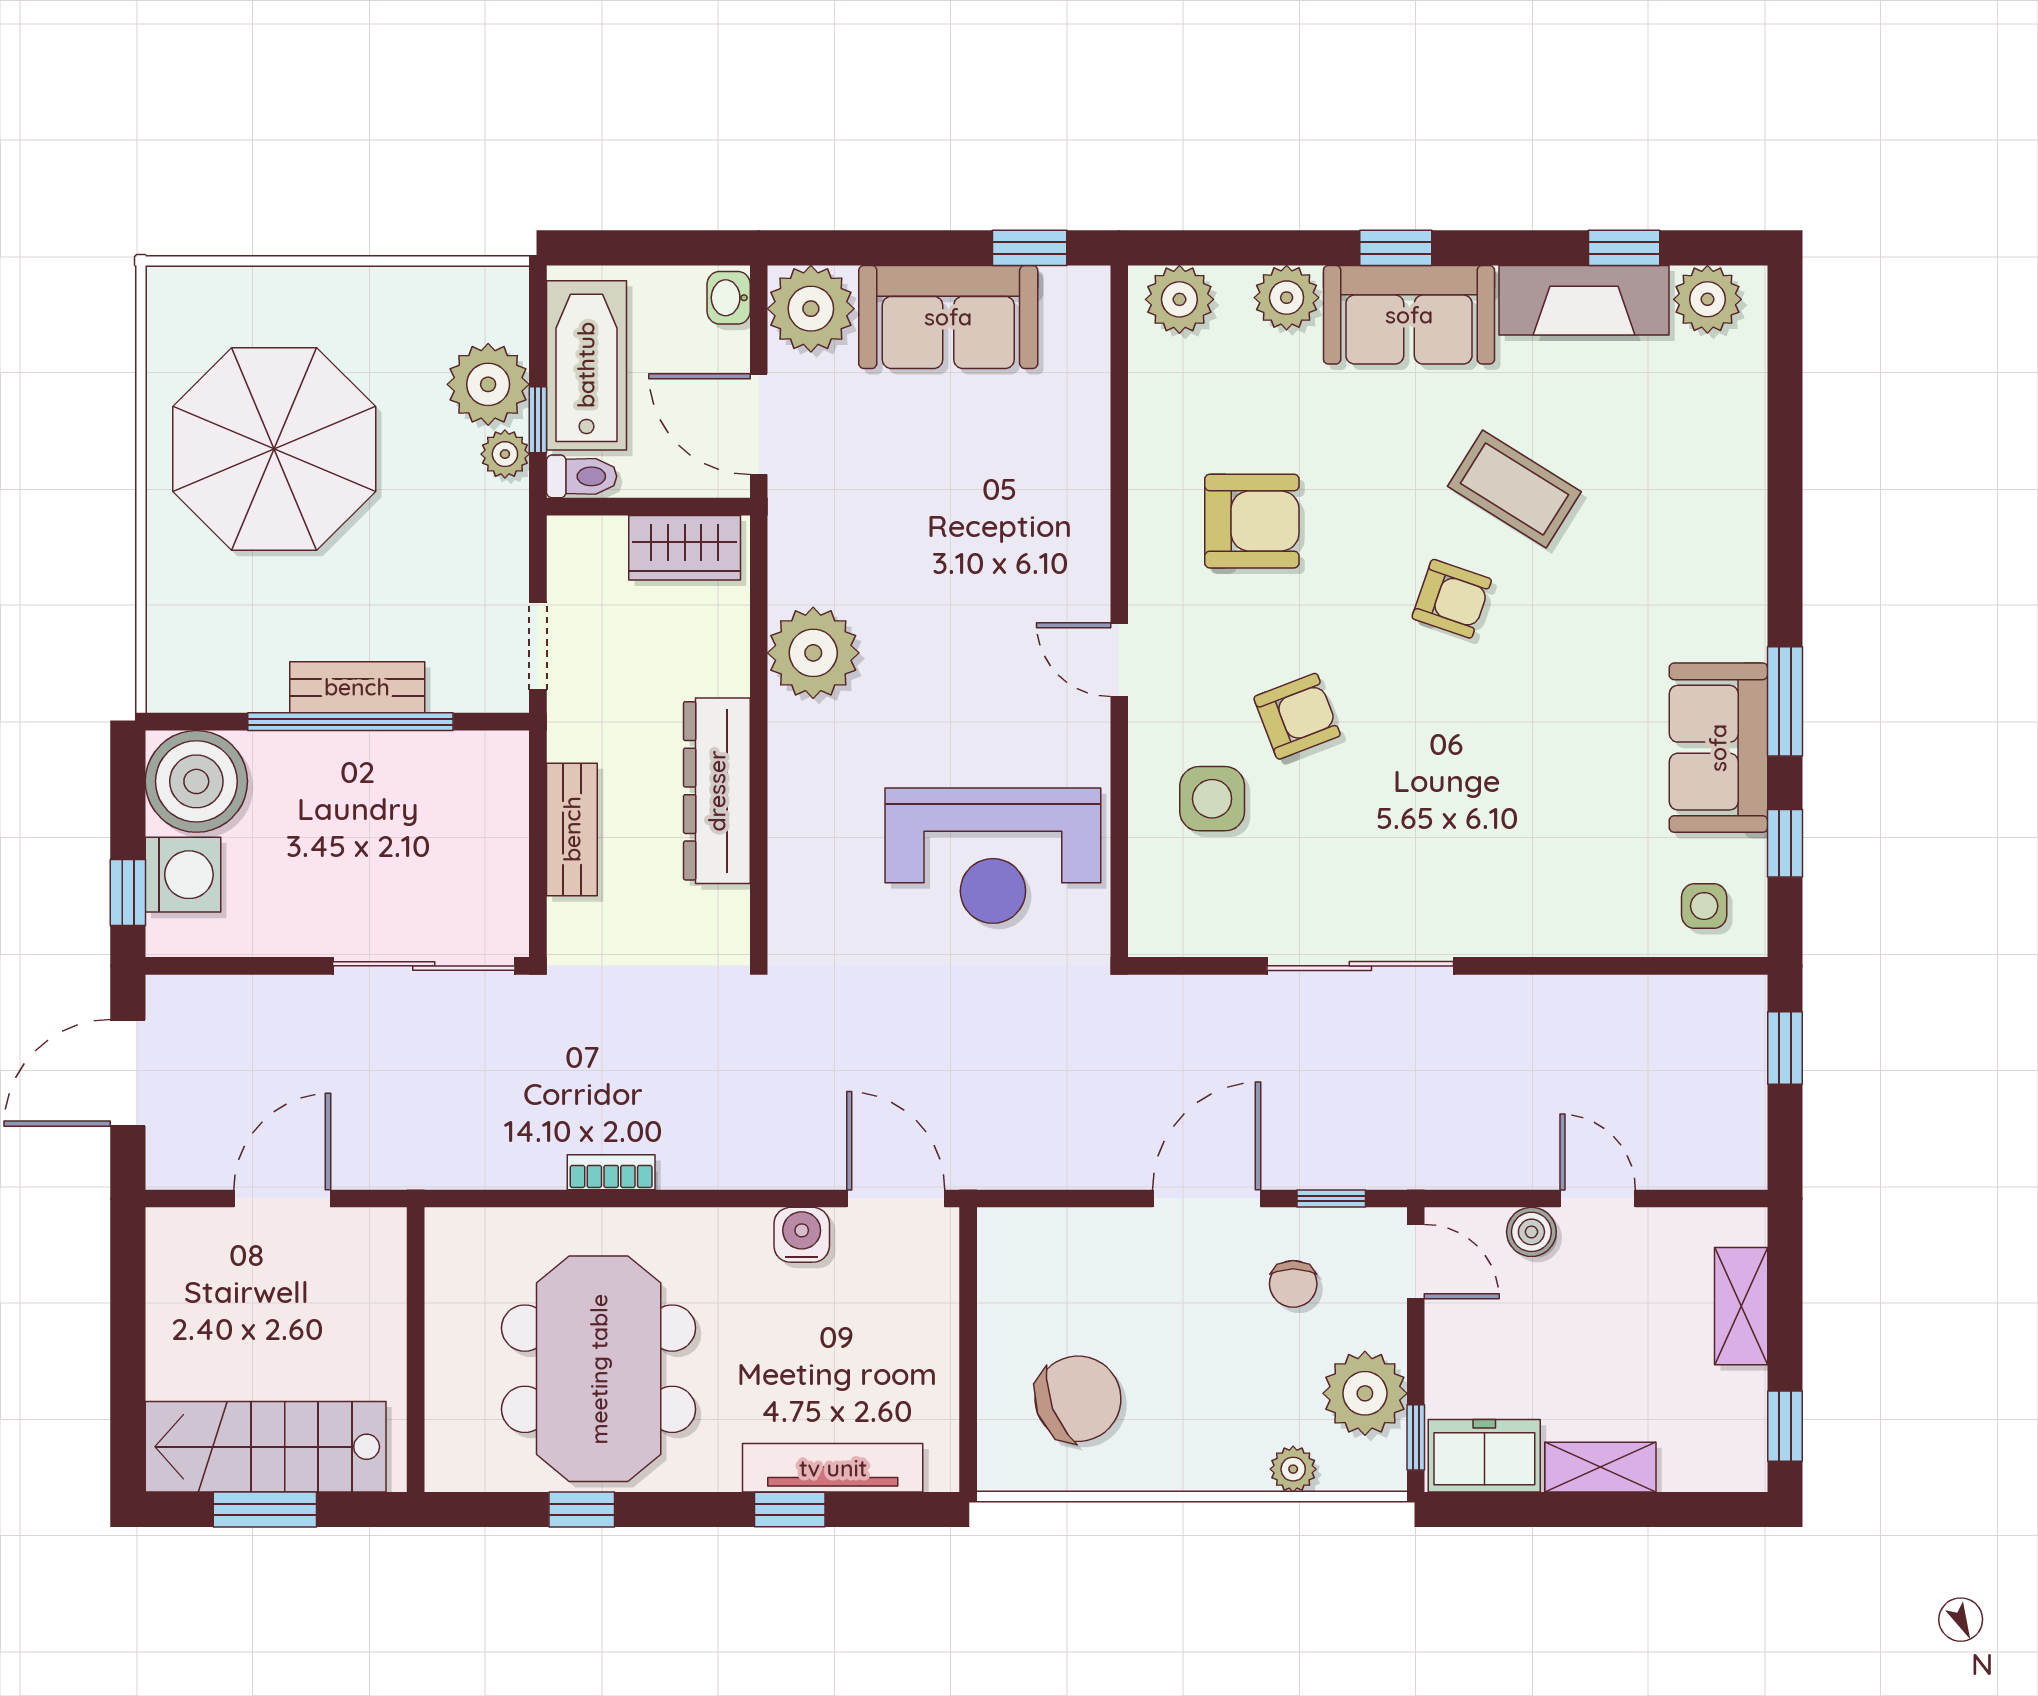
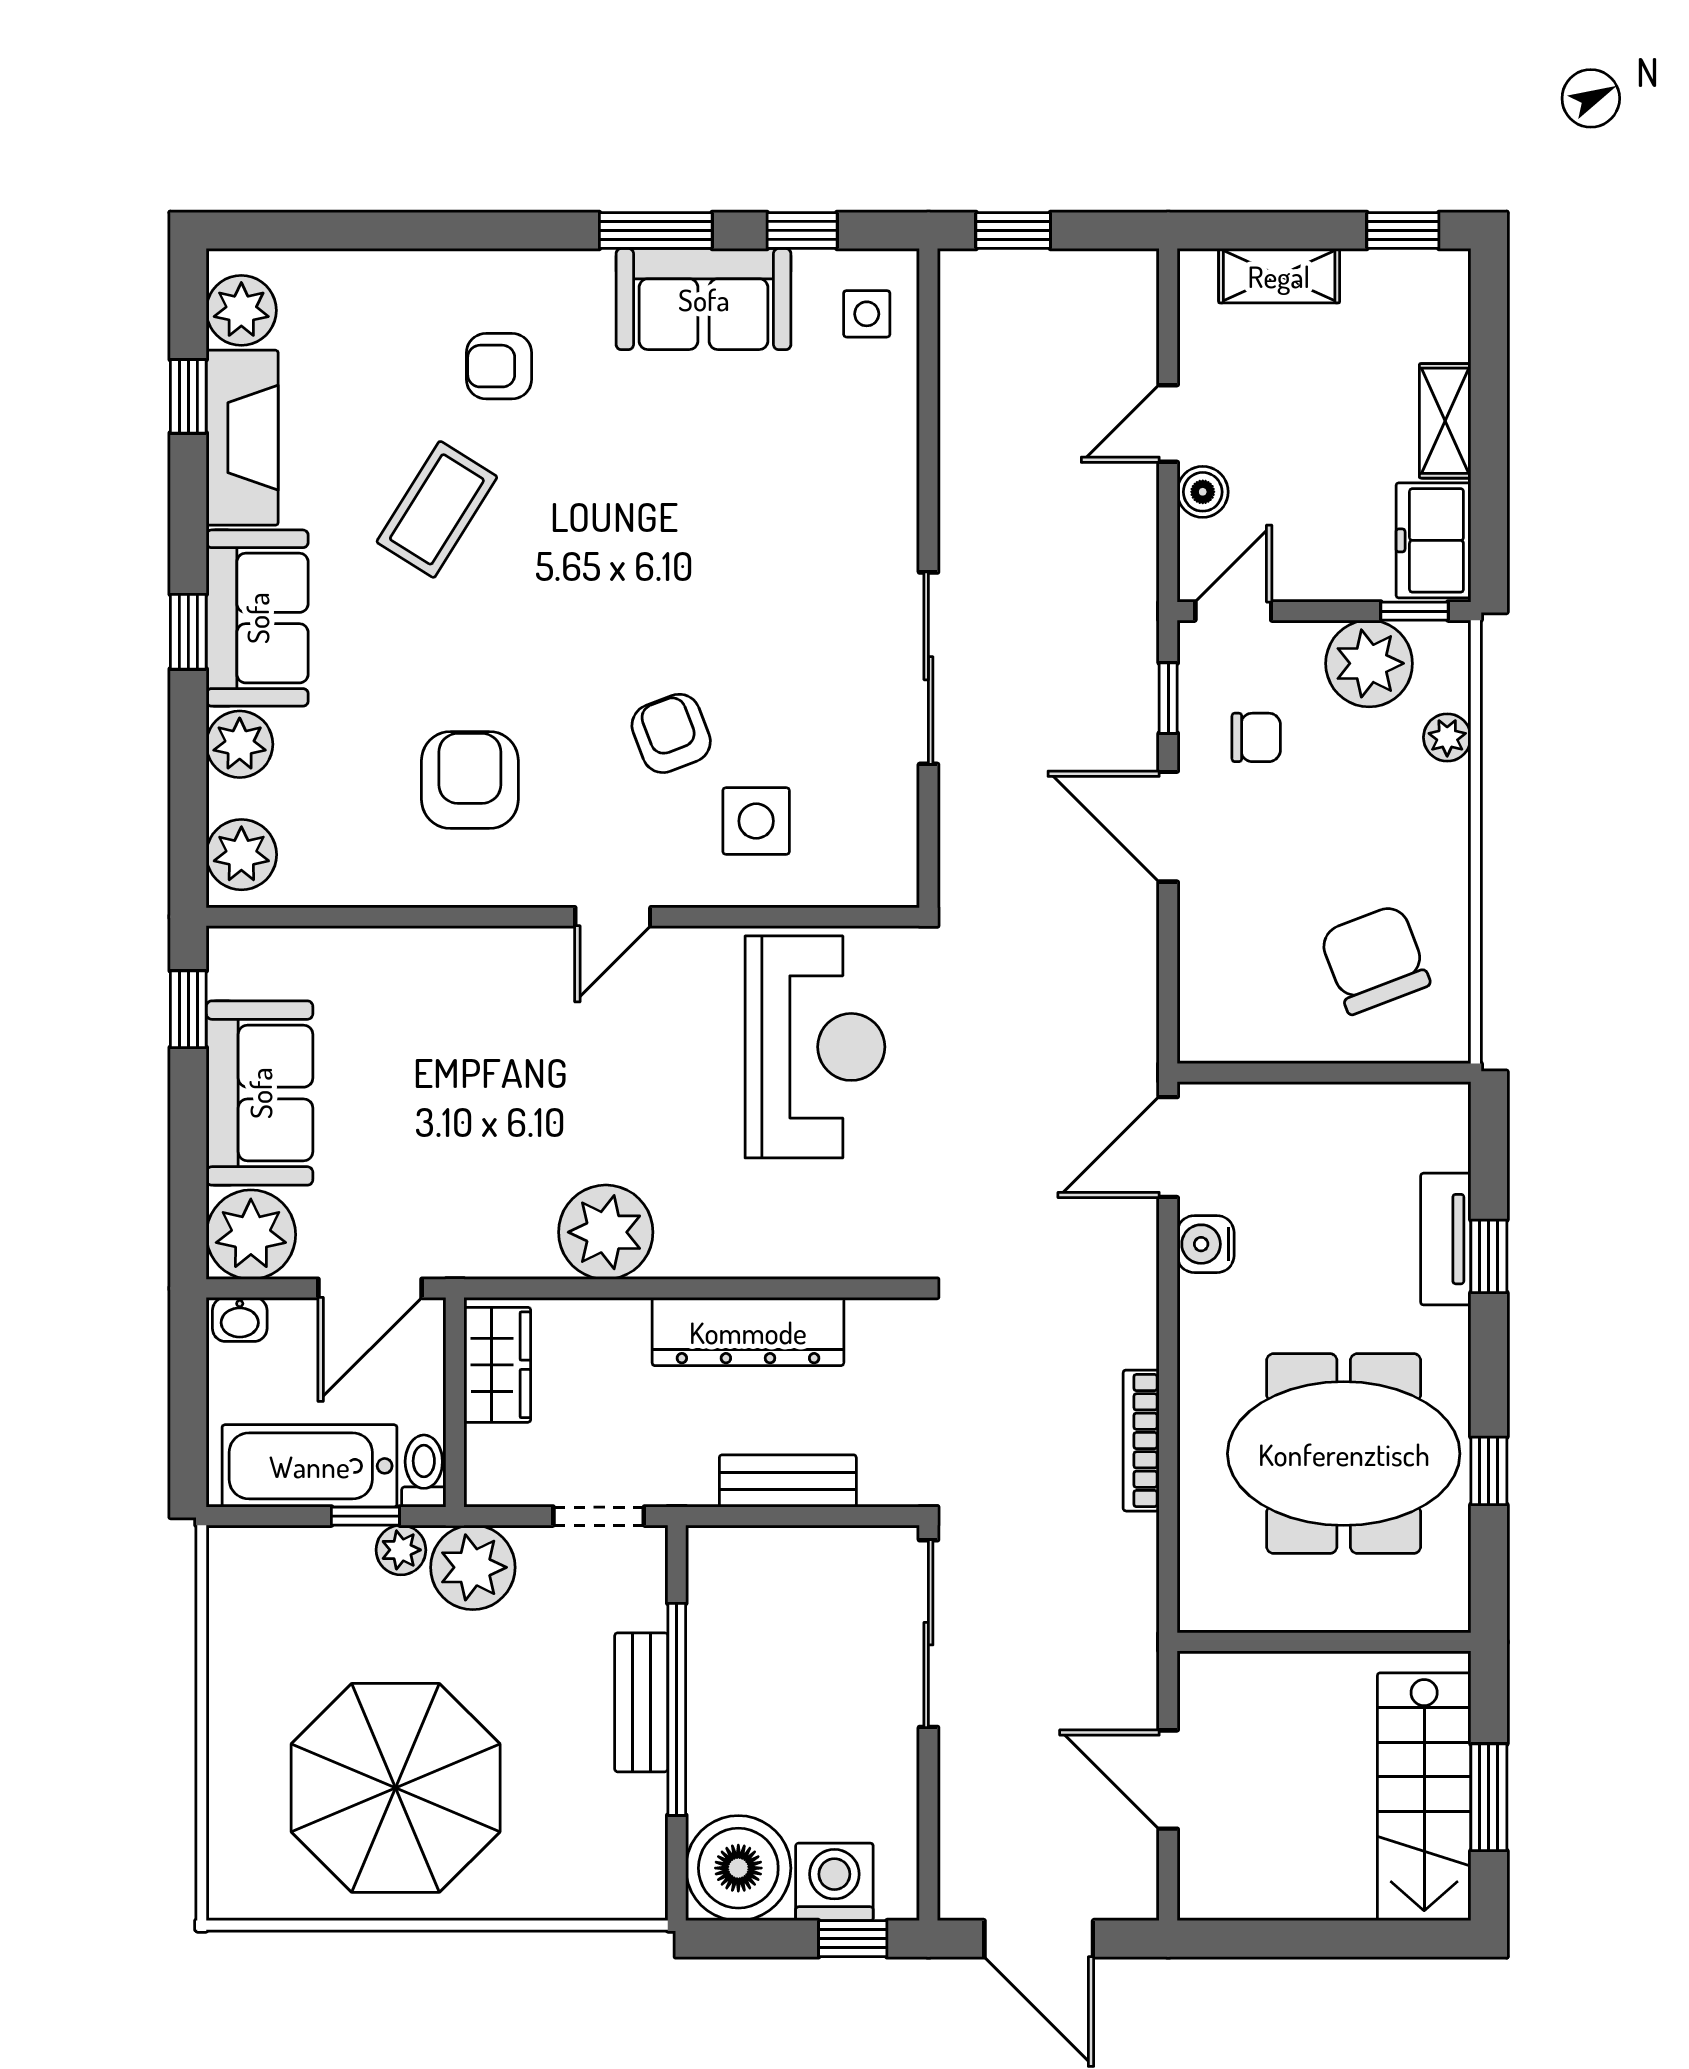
plant: (488, 384) -> (473, 1567), moved
armchair: (1452, 599) -> (499, 366), moved, turned -109
bookcase: (611, 1172) -> (1141, 1441), width x1.56
tv unit: (833, 1468) -> (1446, 1239), width x0.71

